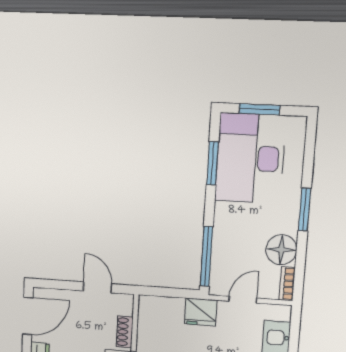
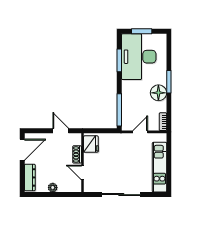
floor lamp: (281, 250) -> (158, 93), moved
fridge: (201, 312) -> (91, 144), moved, turned -90

